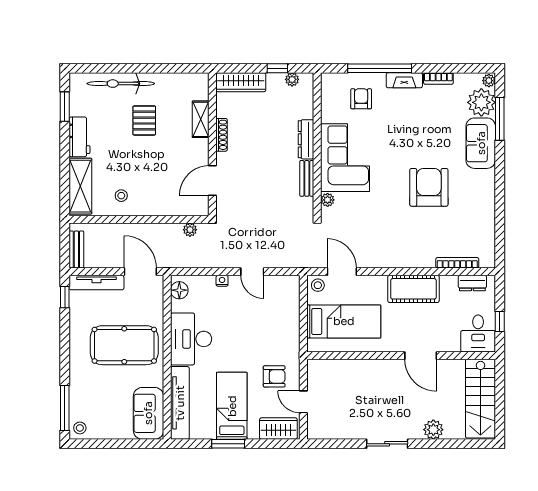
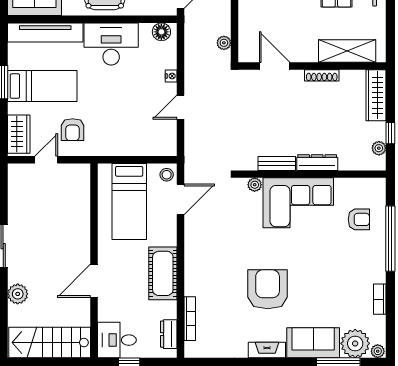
fireplace: (404, 80) -> (267, 350), moved, turned 90
shelving: (201, 119) -> (347, 51), width x1.50, depth x1.33
armchair: (429, 187) -> (268, 289), turned -90

